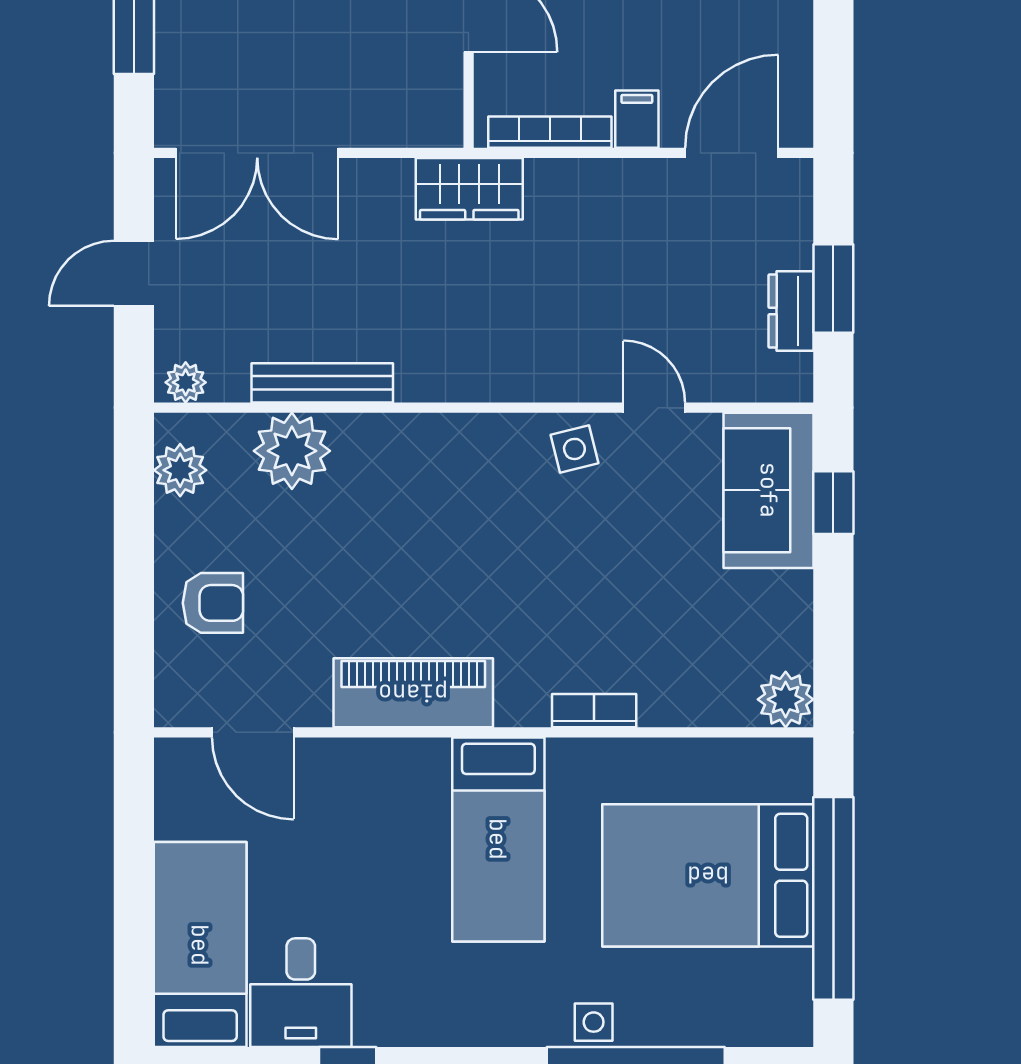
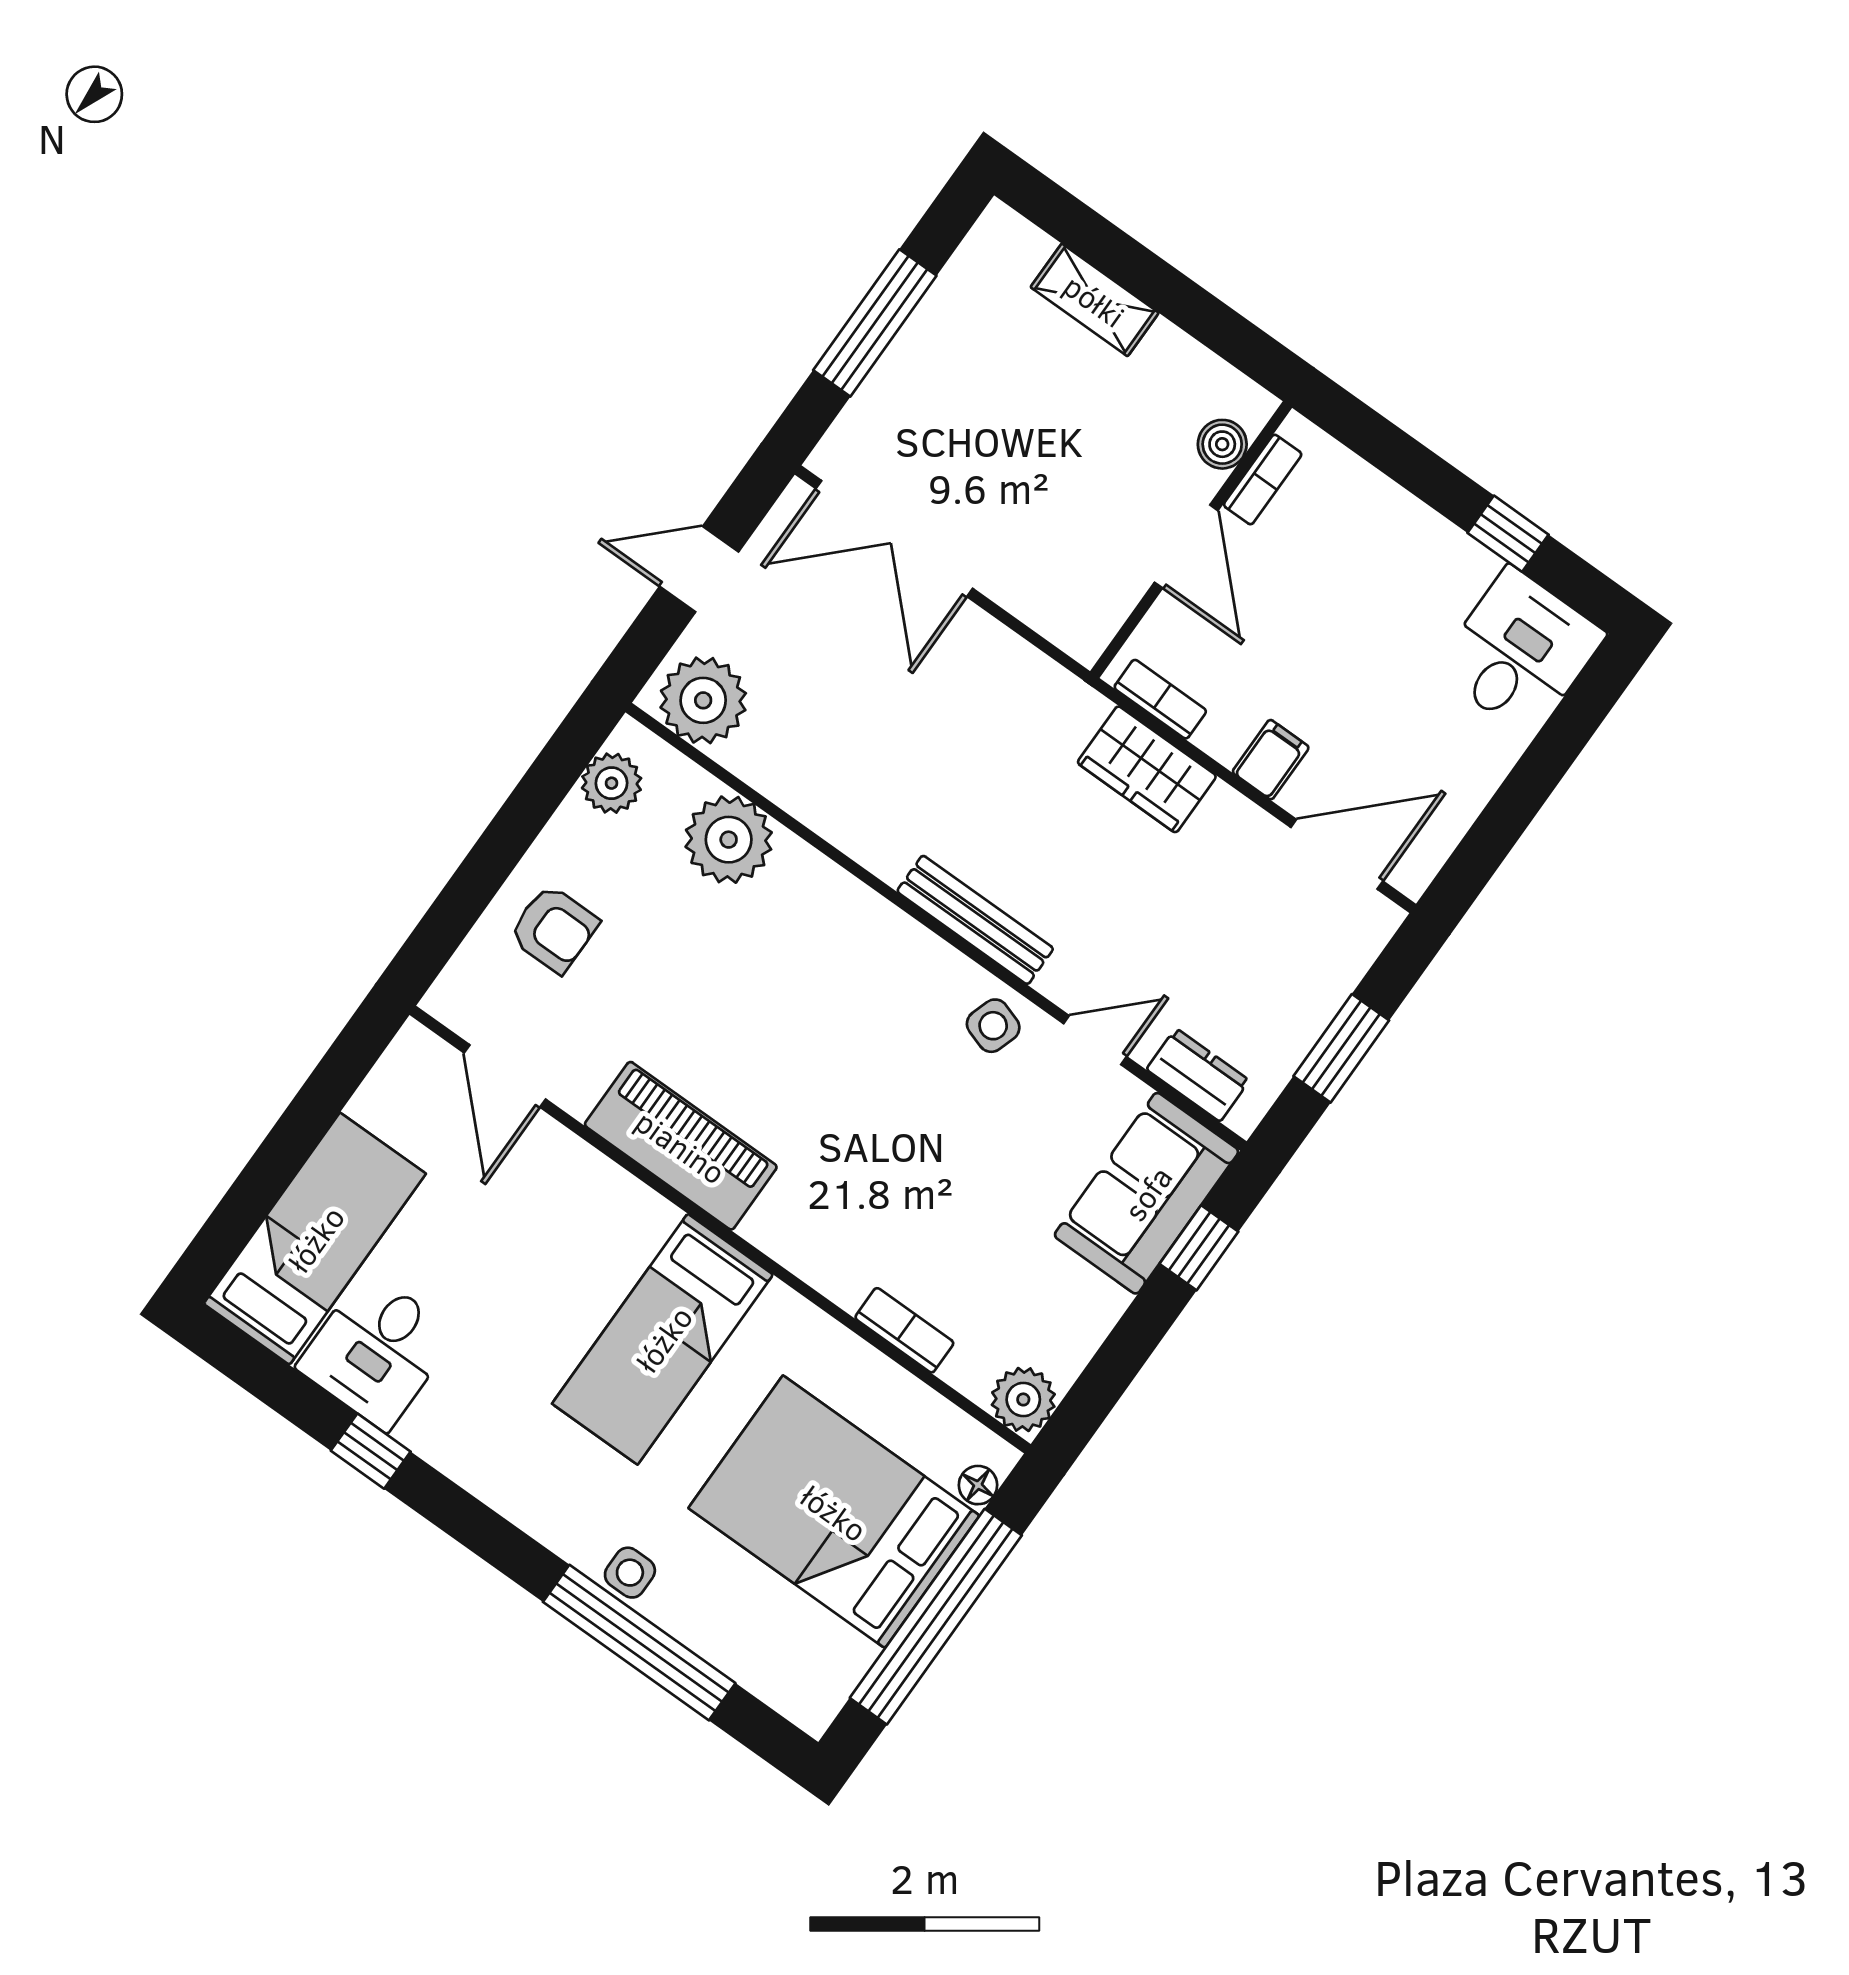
bookcase: (550, 132) -> (1160, 699), width x0.64
wardrobe: (469, 189) -> (1147, 769), moved
dresser: (791, 311) -> (1198, 1075), moved, turned 90
plant: (186, 382) -> (703, 700), width x1.88, depth x1.88
bench: (322, 383) -> (975, 920), moved
door: (654, 408) -> (1095, 1040), hinge flipped
side table: (574, 449) -> (993, 1026), turned 32
bookcase: (594, 711) -> (904, 1330), moved
floor lamp: (797, 783) -> (978, 1485), added

